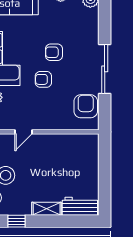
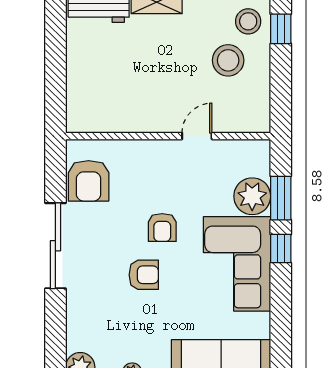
armchair: (43, 79) -> (162, 227), turned 90

